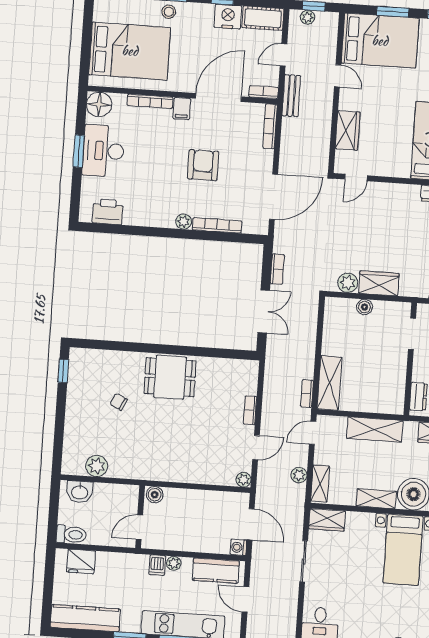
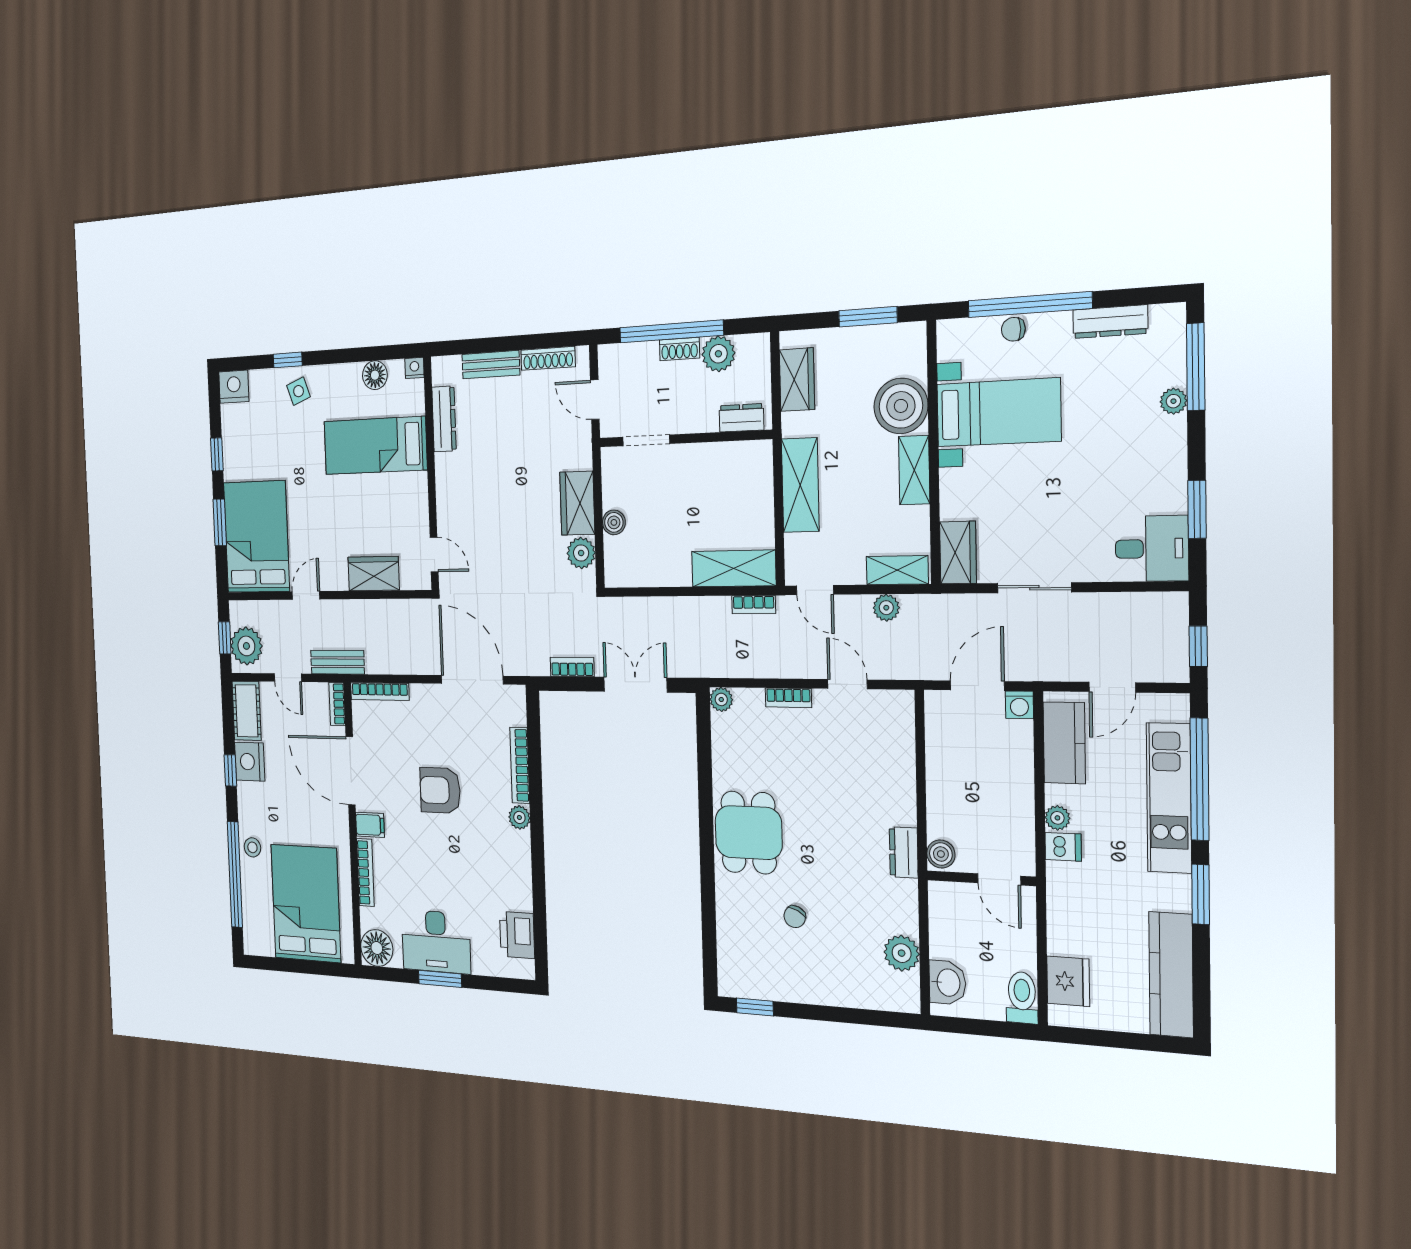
plant: (308, 17) -> (246, 646), width x1.88, depth x1.88
dresser: (156, 473) -> (904, 853), added
plant: (244, 480) -> (721, 699), moved

